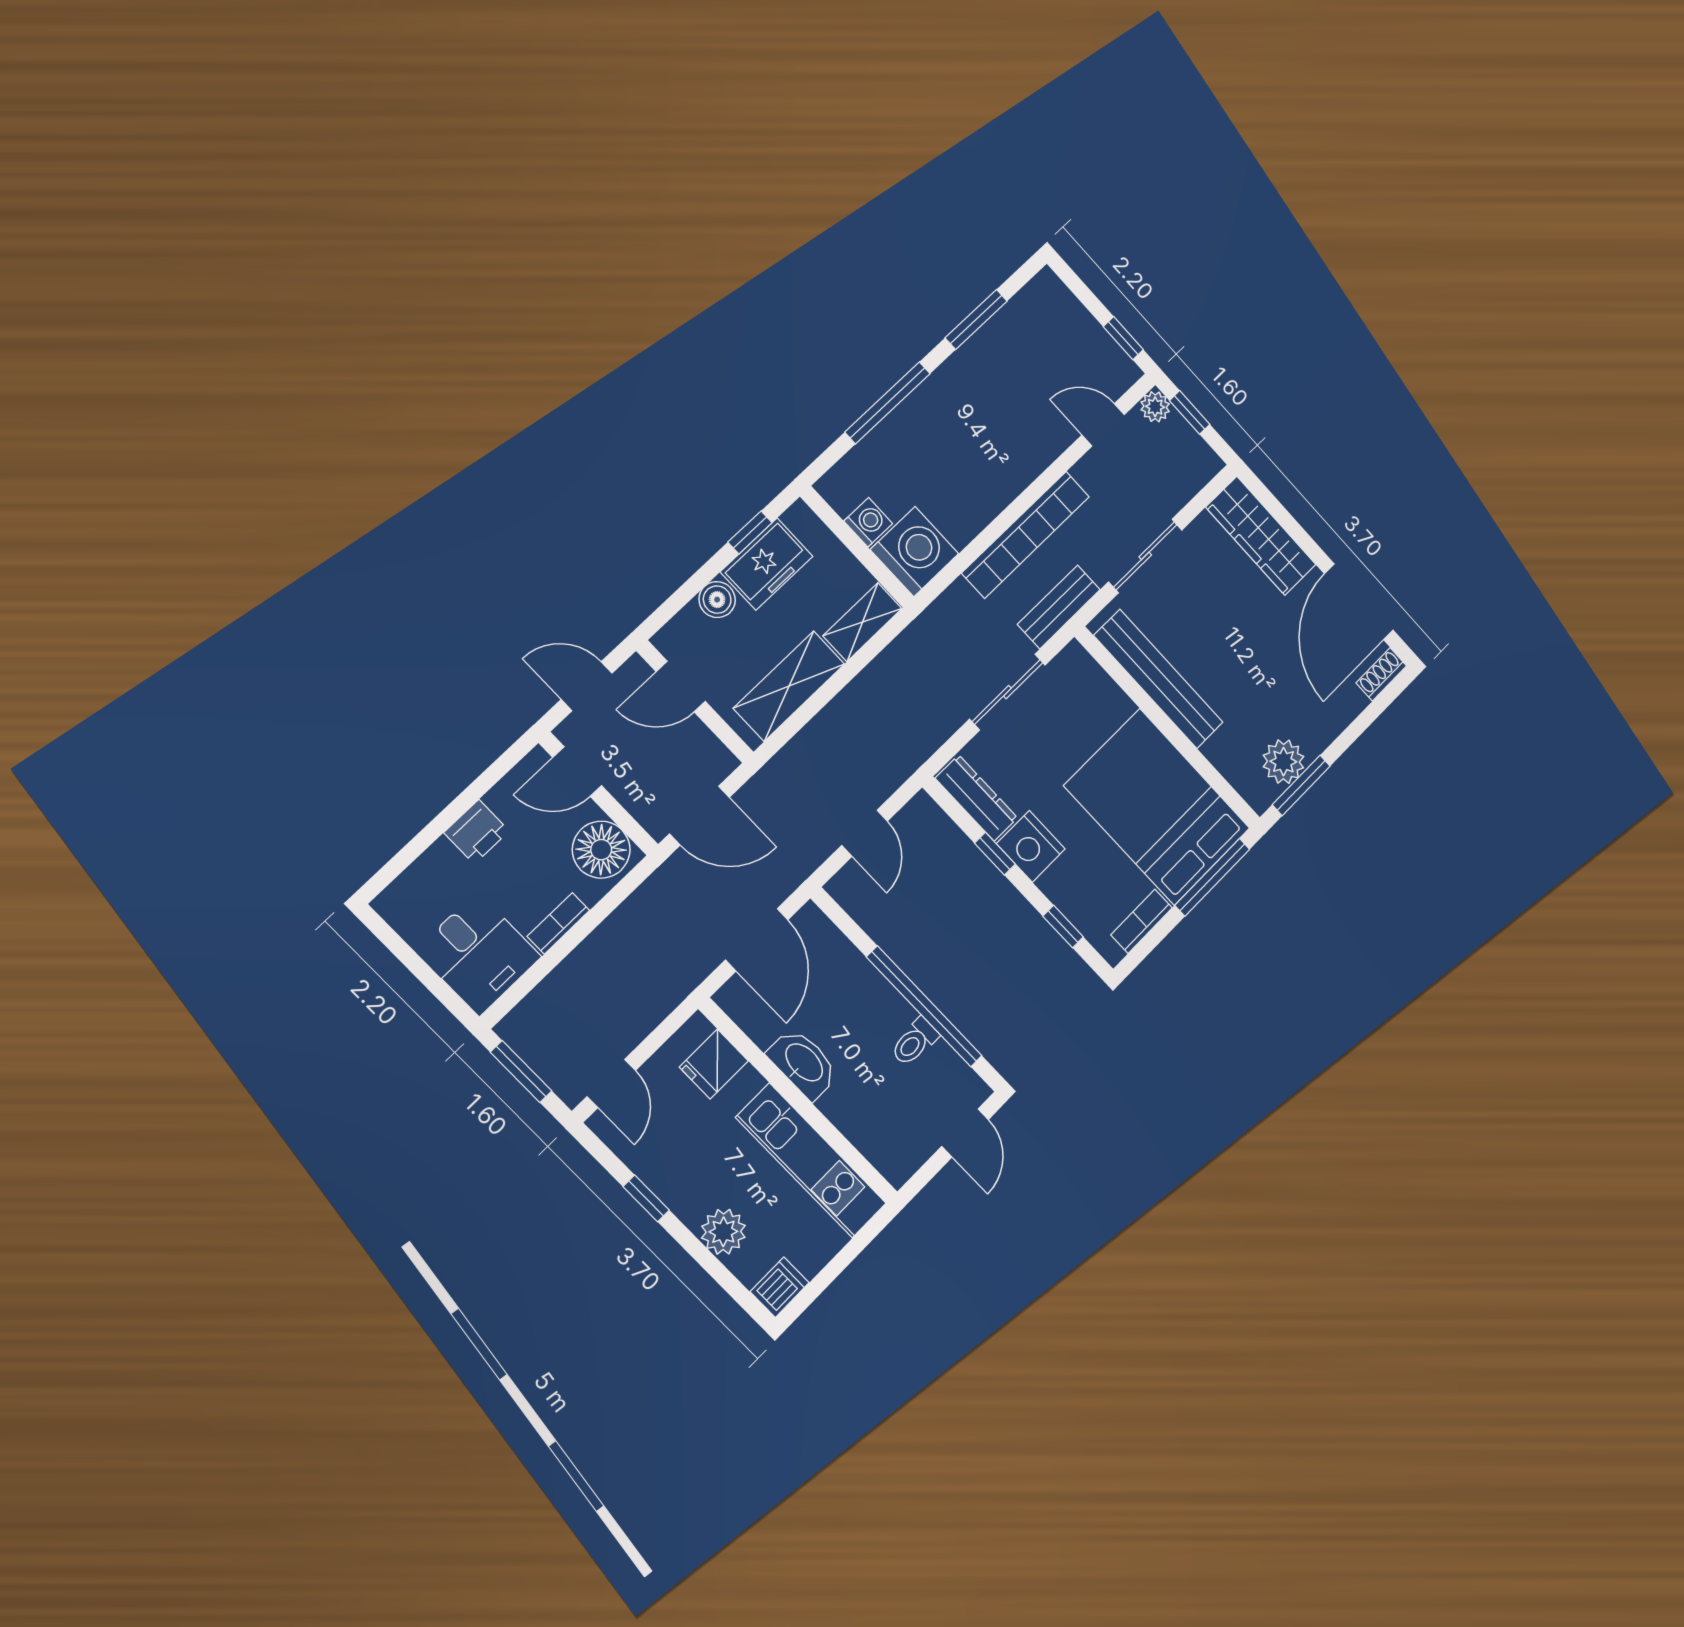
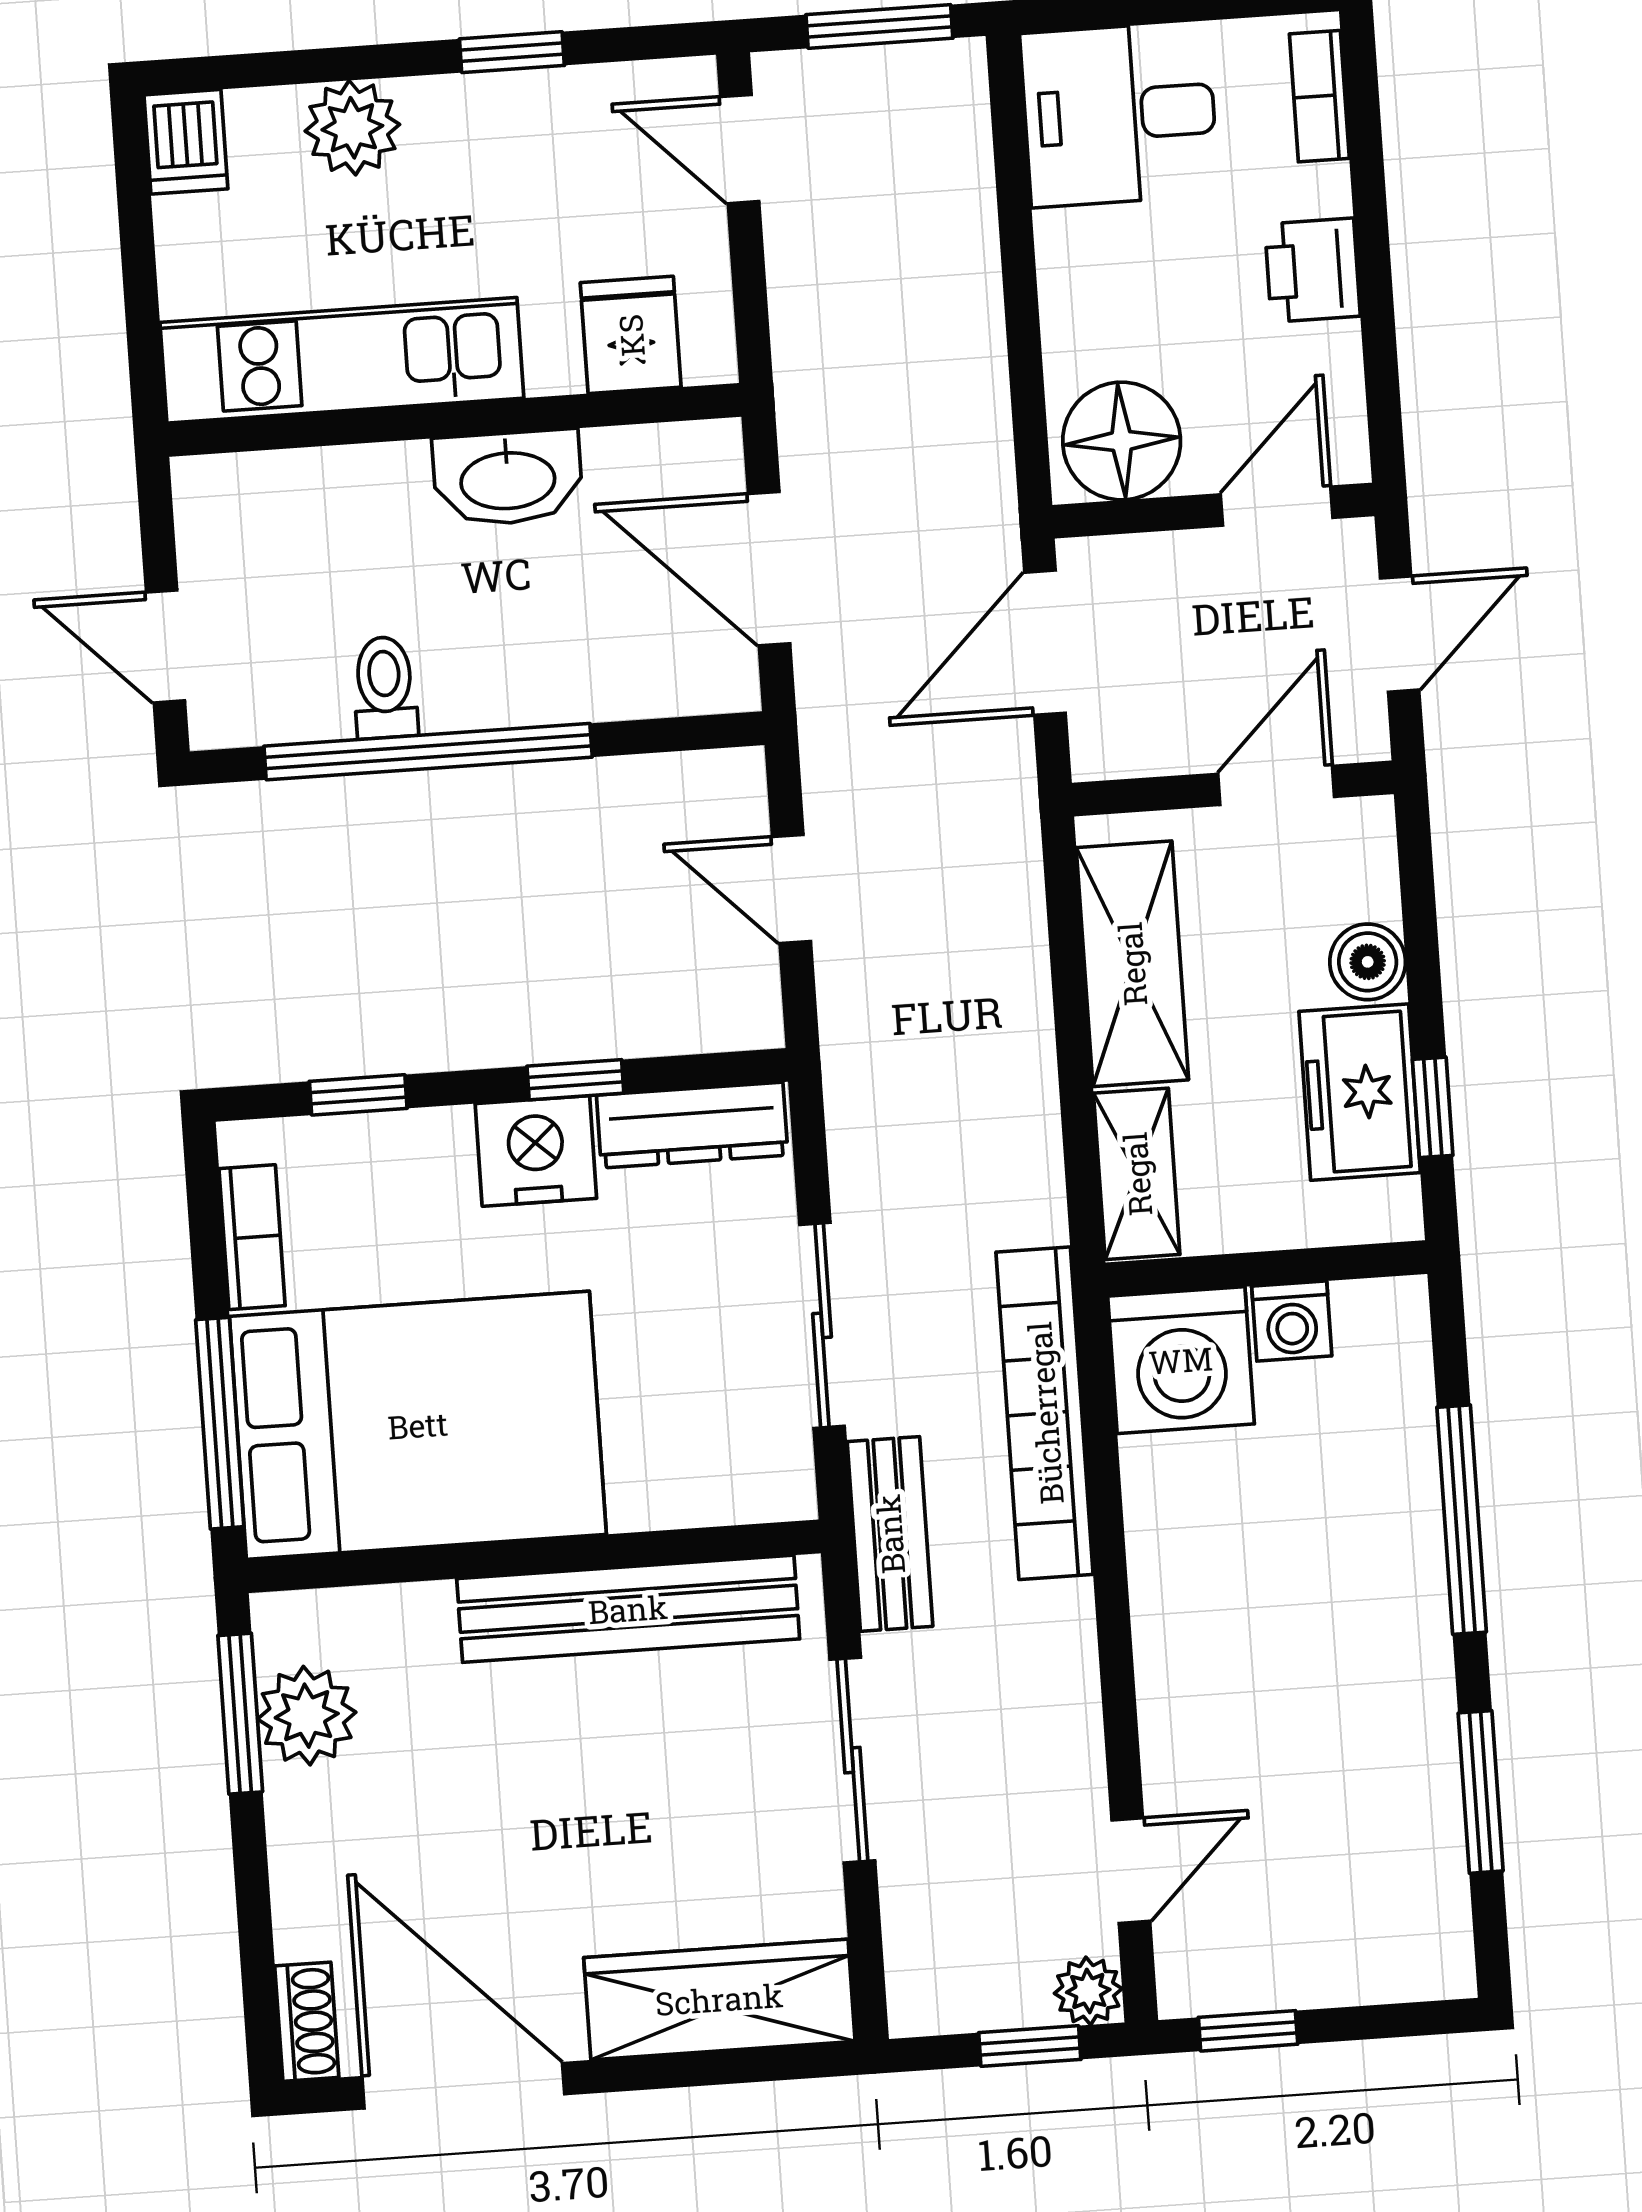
bookcase: (1026, 535) -> (1045, 1413), moved
bookcase: (558, 923) -> (1319, 96), moved, turned 180

